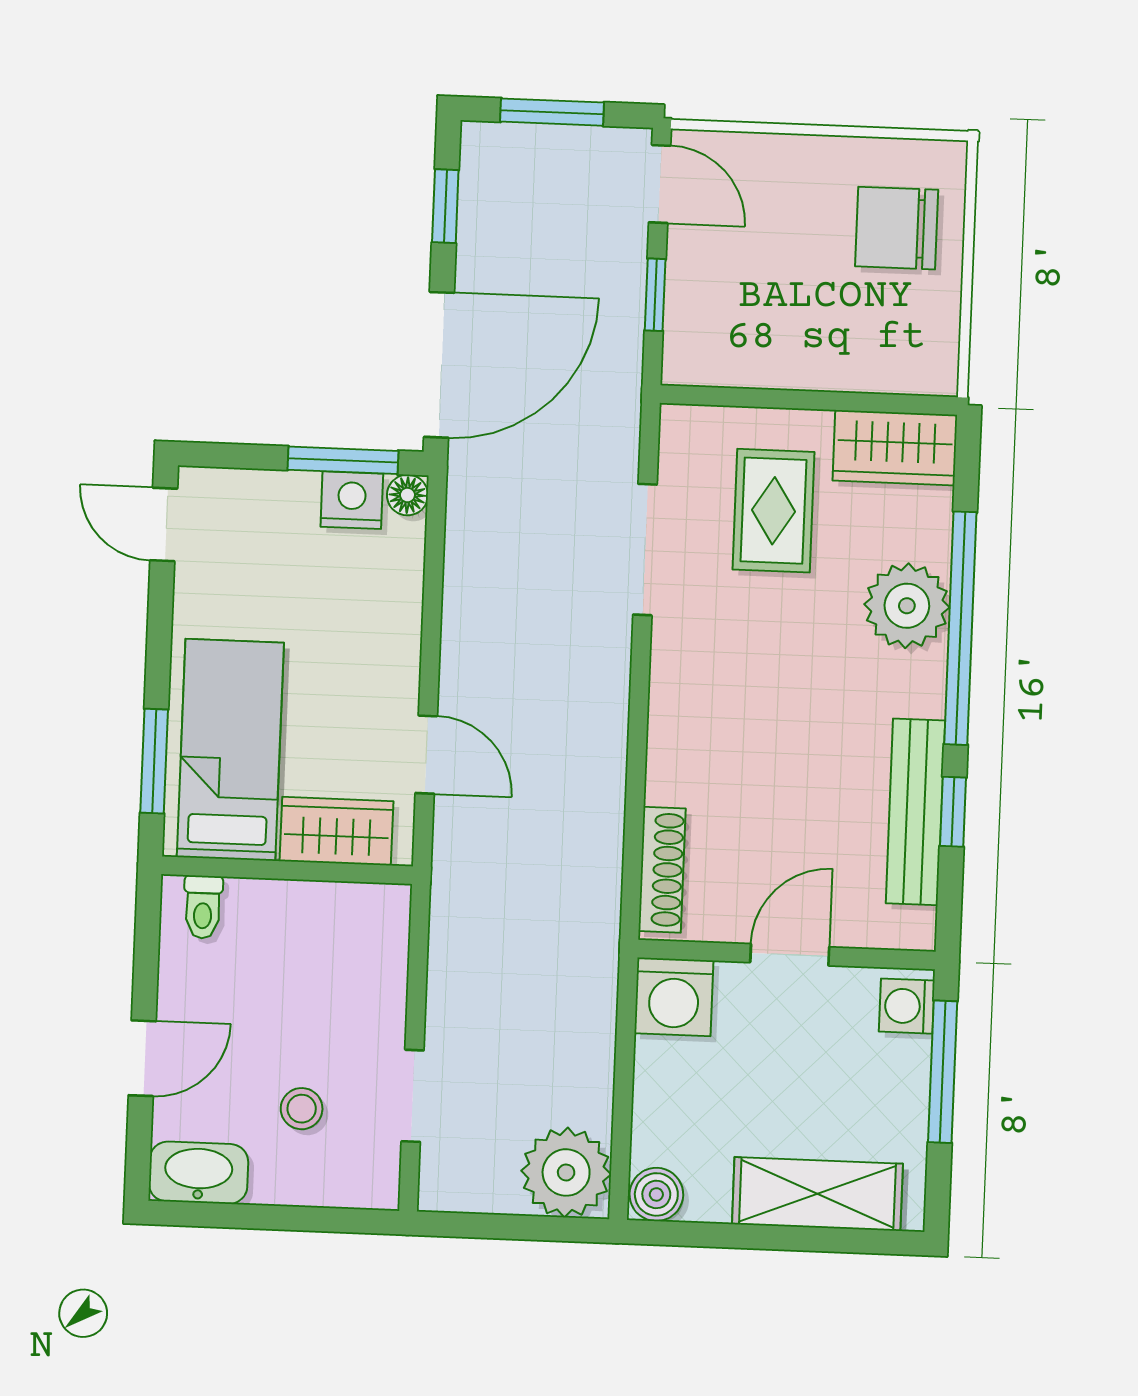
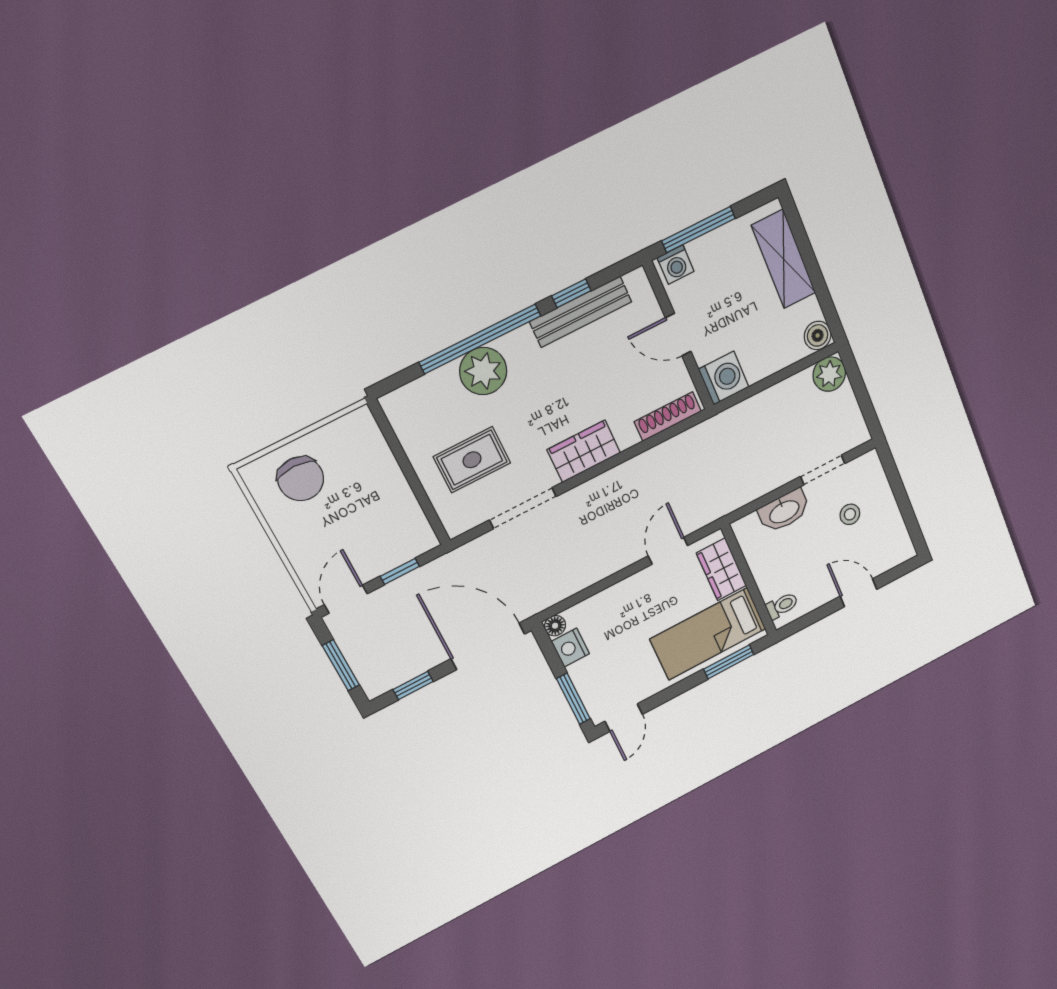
wardrobe: (895, 448) -> (584, 451), moved, turned -90
window: (343, 460) -> (573, 699), moved
plant: (566, 1172) -> (829, 374), width x0.73, depth x0.73
washbasin: (199, 1173) -> (784, 511), moved, turned -90

